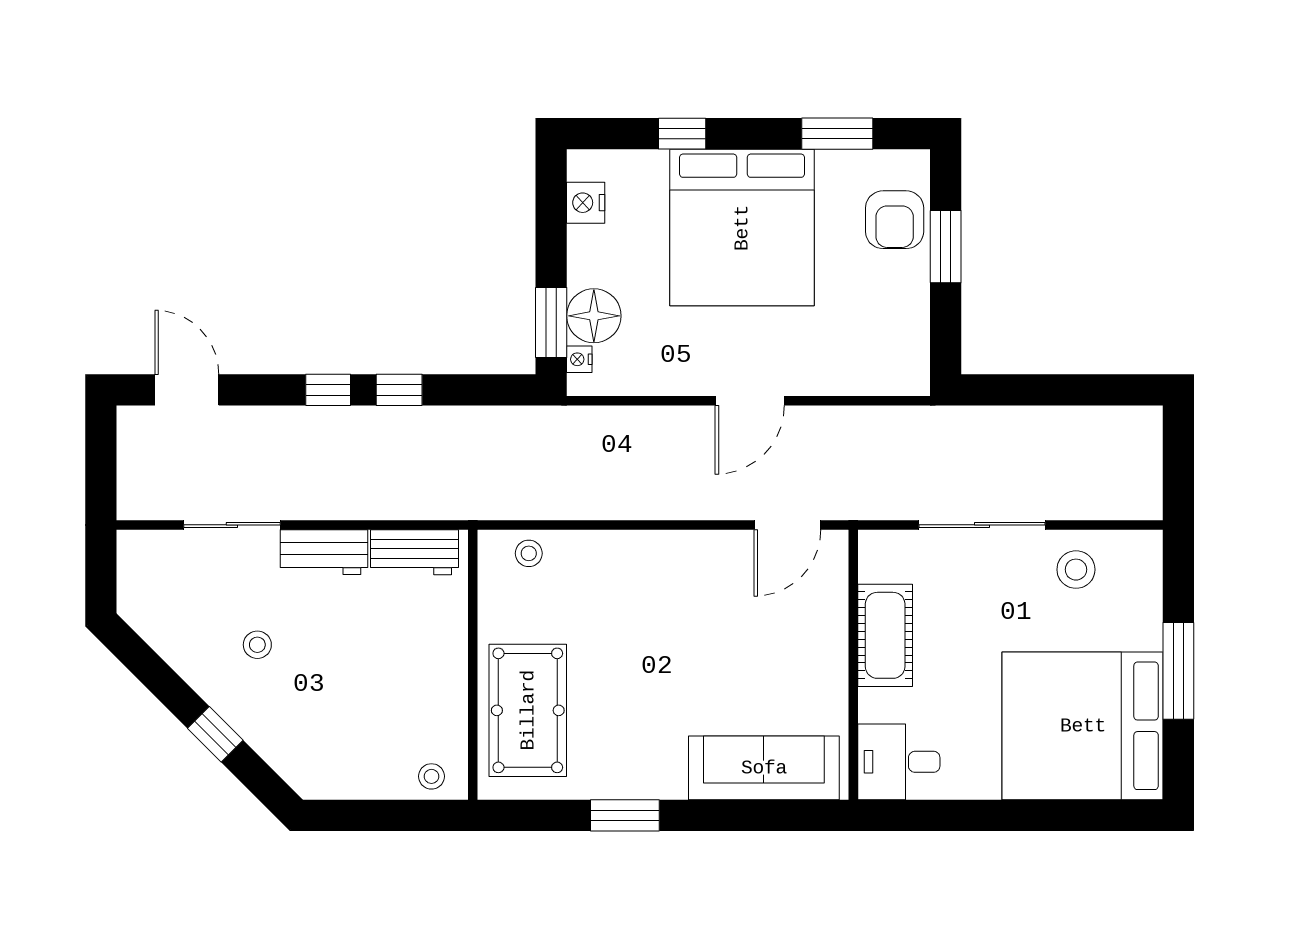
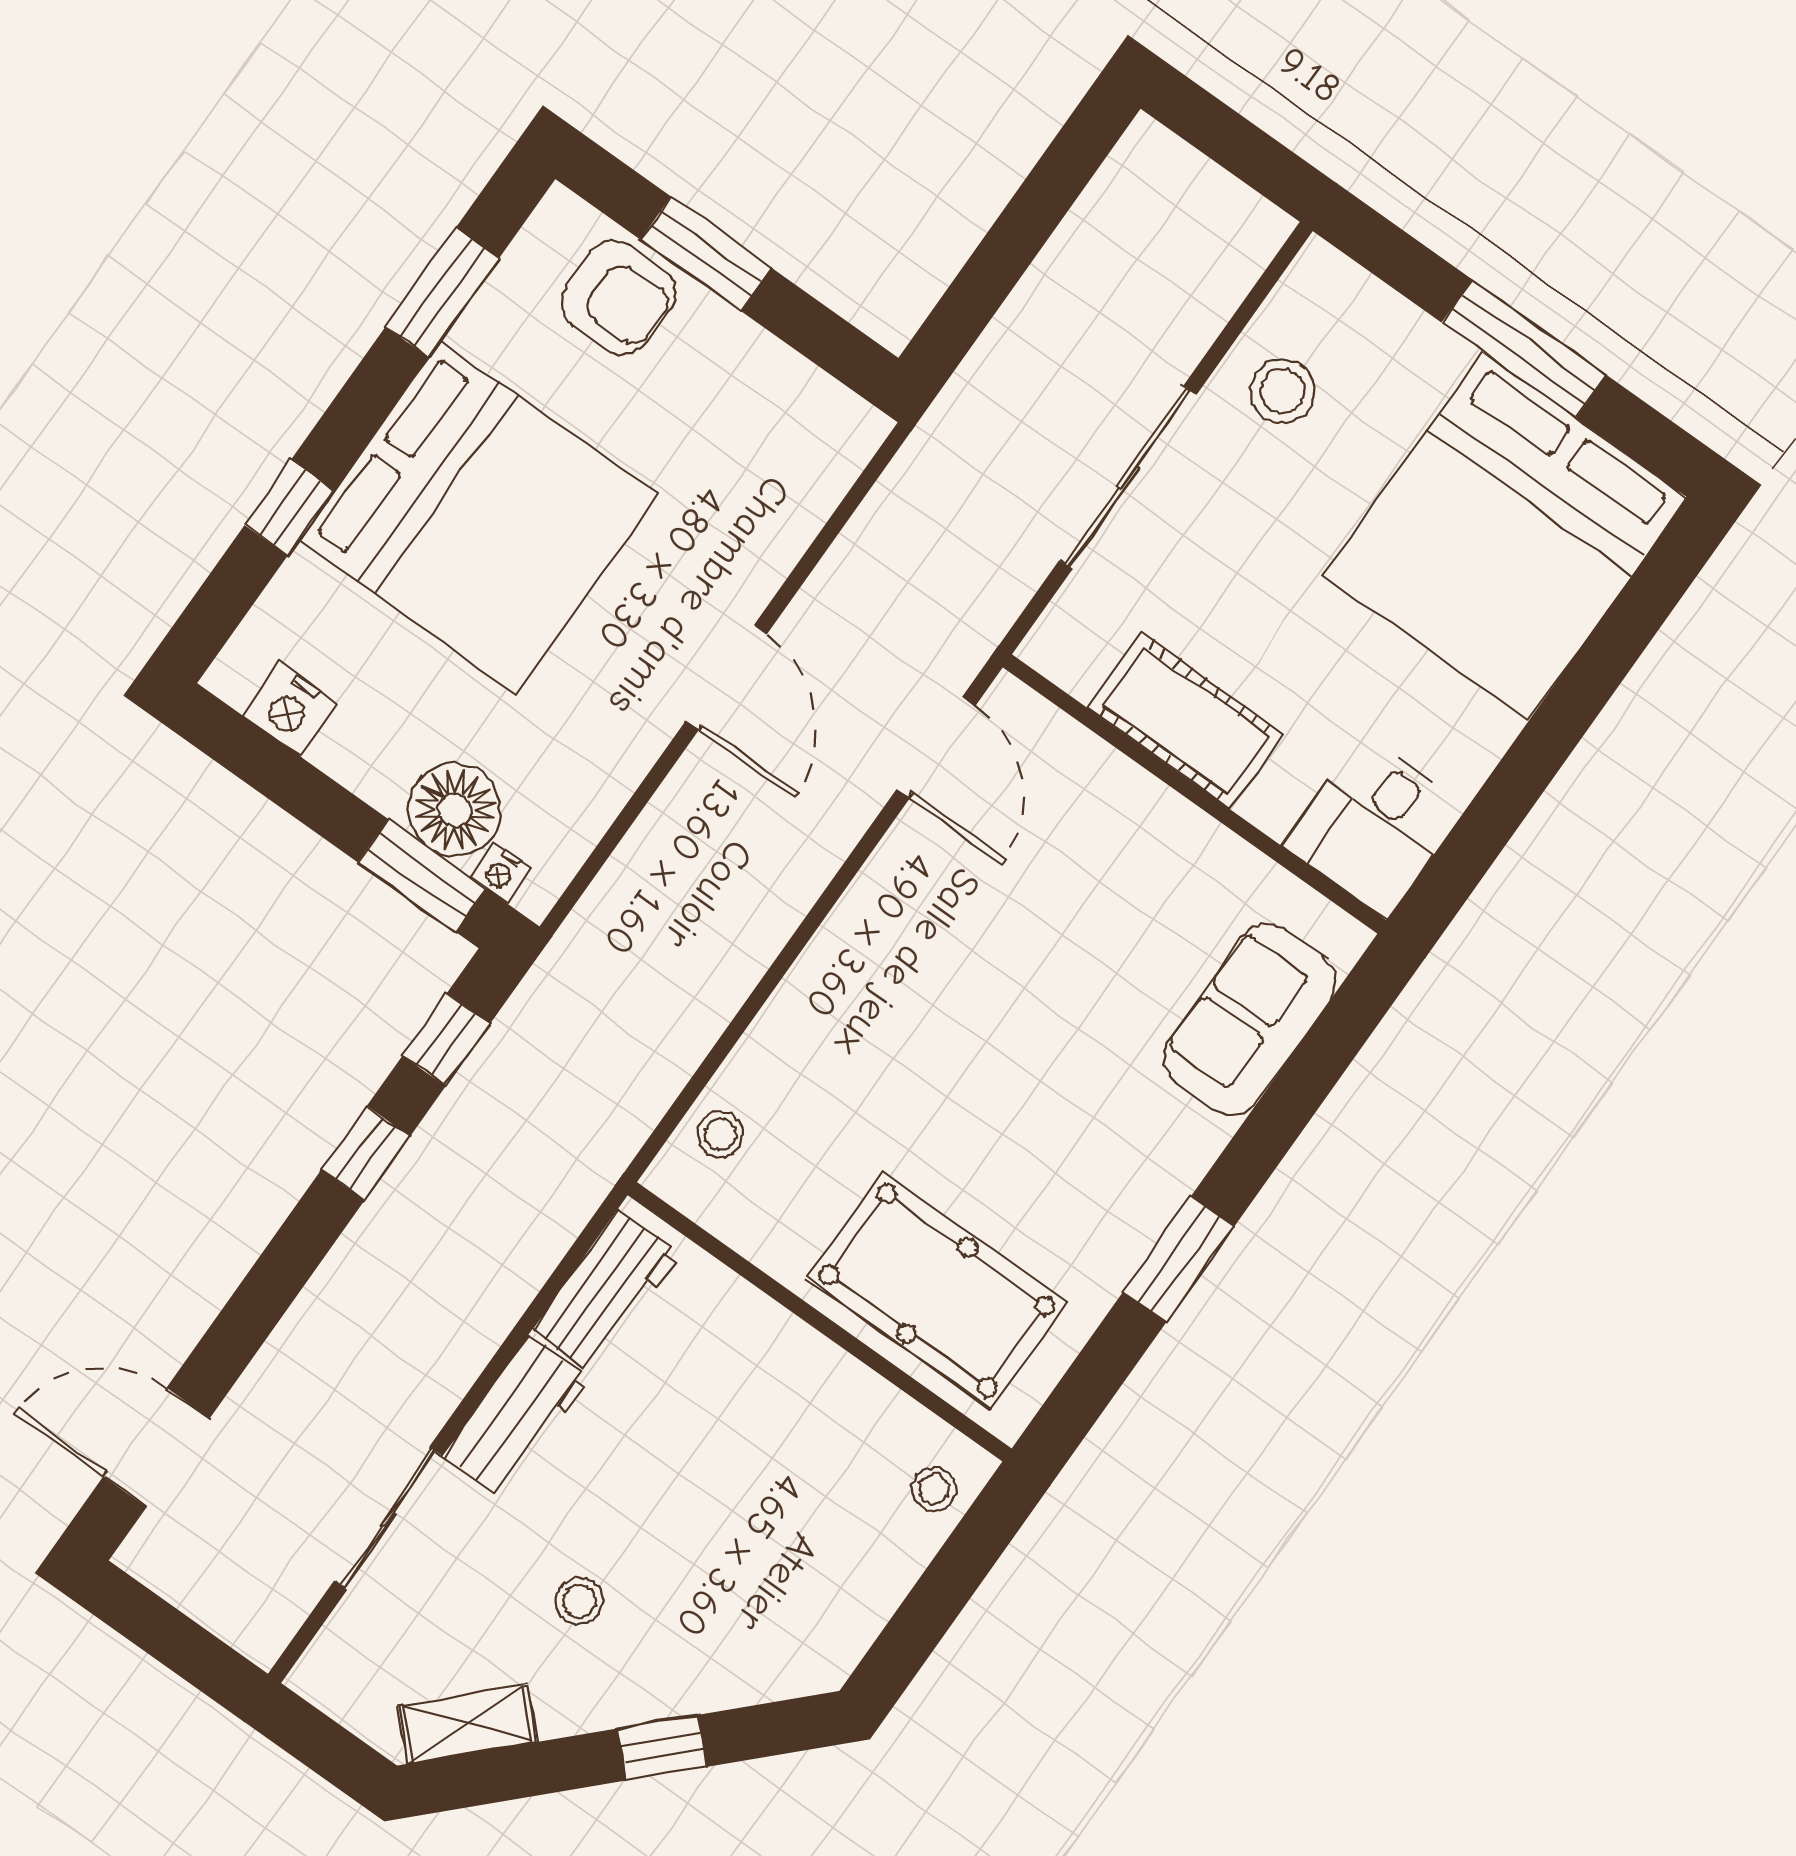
window: (328, 390) -> (446, 1040), moved
shelving: (160, 633) -> (468, 1724), added
sofa: (764, 768) -> (1250, 1020), width x0.73

